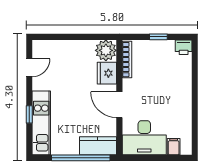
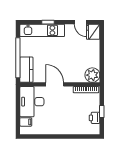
printer: (184, 47) -> (95, 118), moved
fridge: (107, 73) -> (93, 32), moved, turned -90
door: (119, 105) -> (55, 84), hinge flipped

